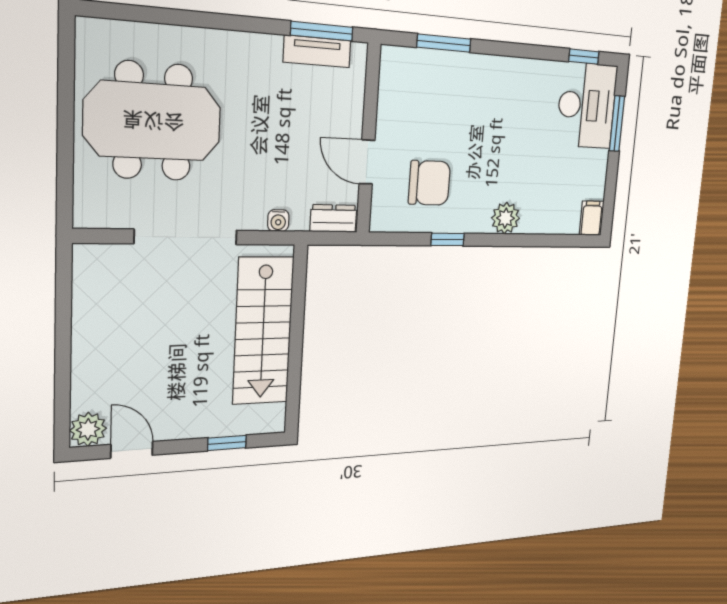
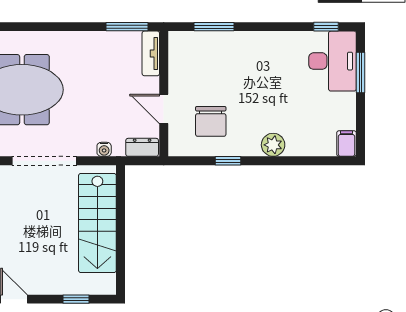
tv unit: (317, 51) -> (151, 53), moved, turned 90
chair: (429, 183) -> (211, 121), turned 90

